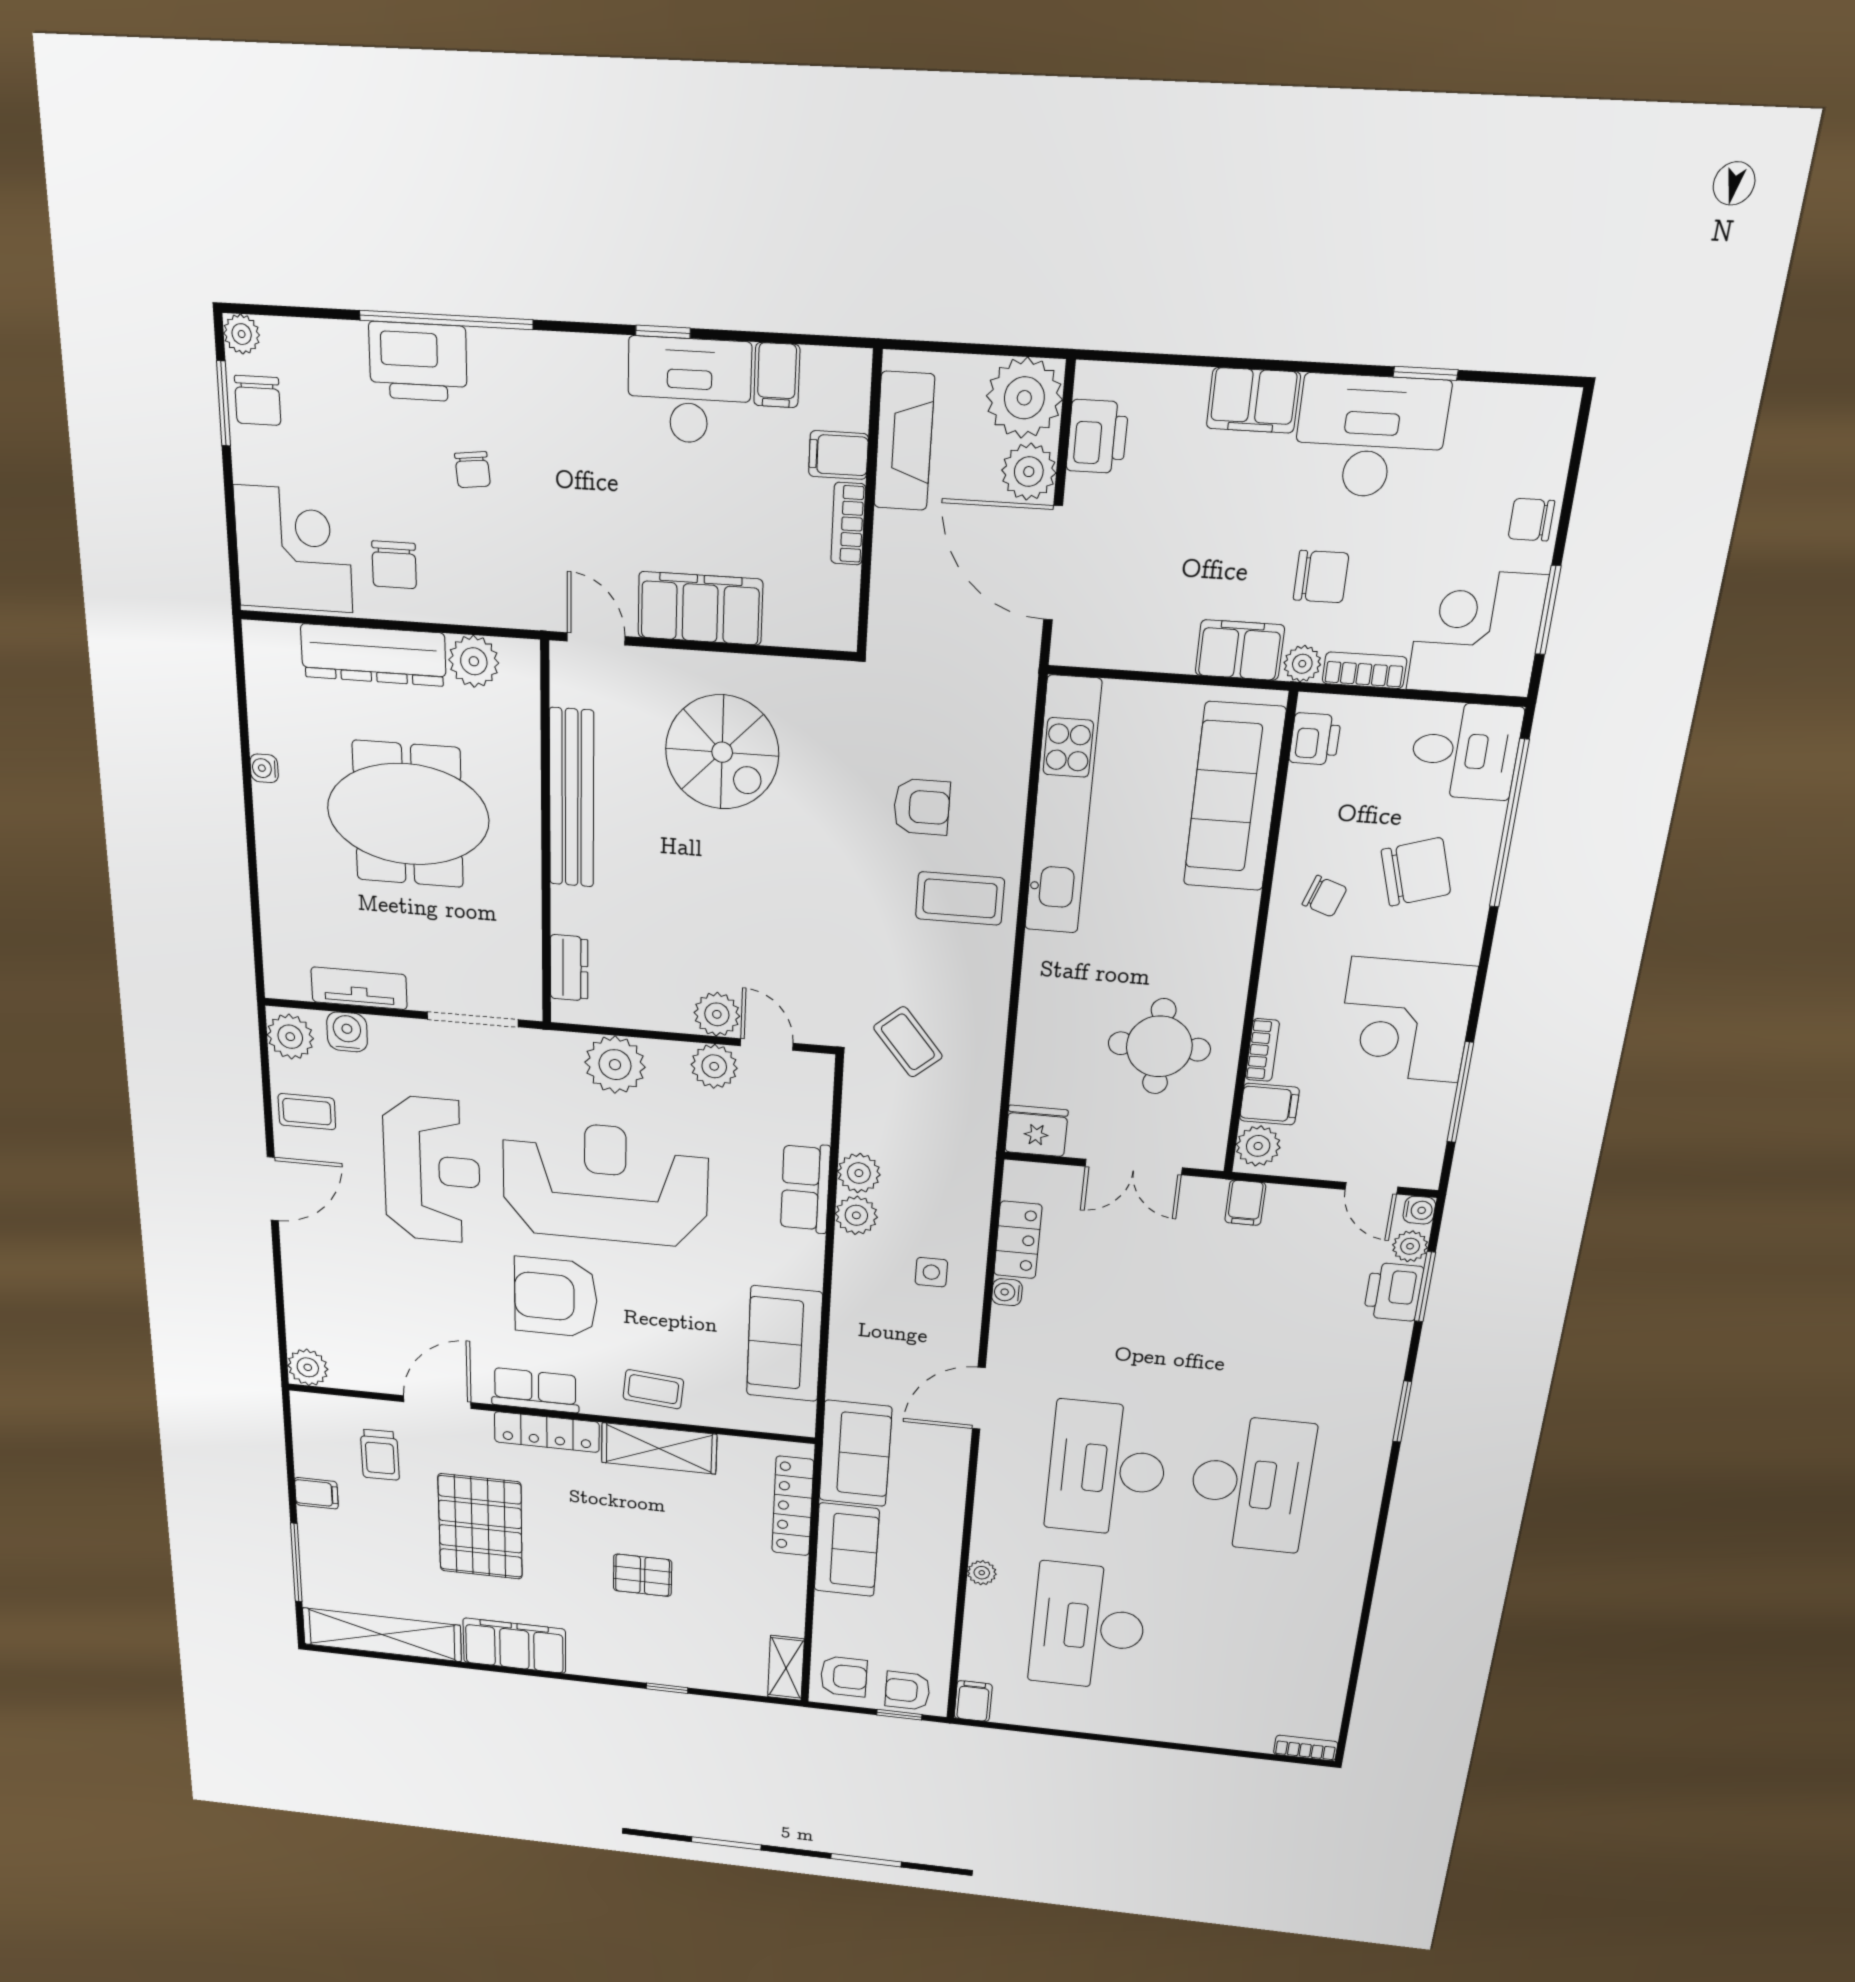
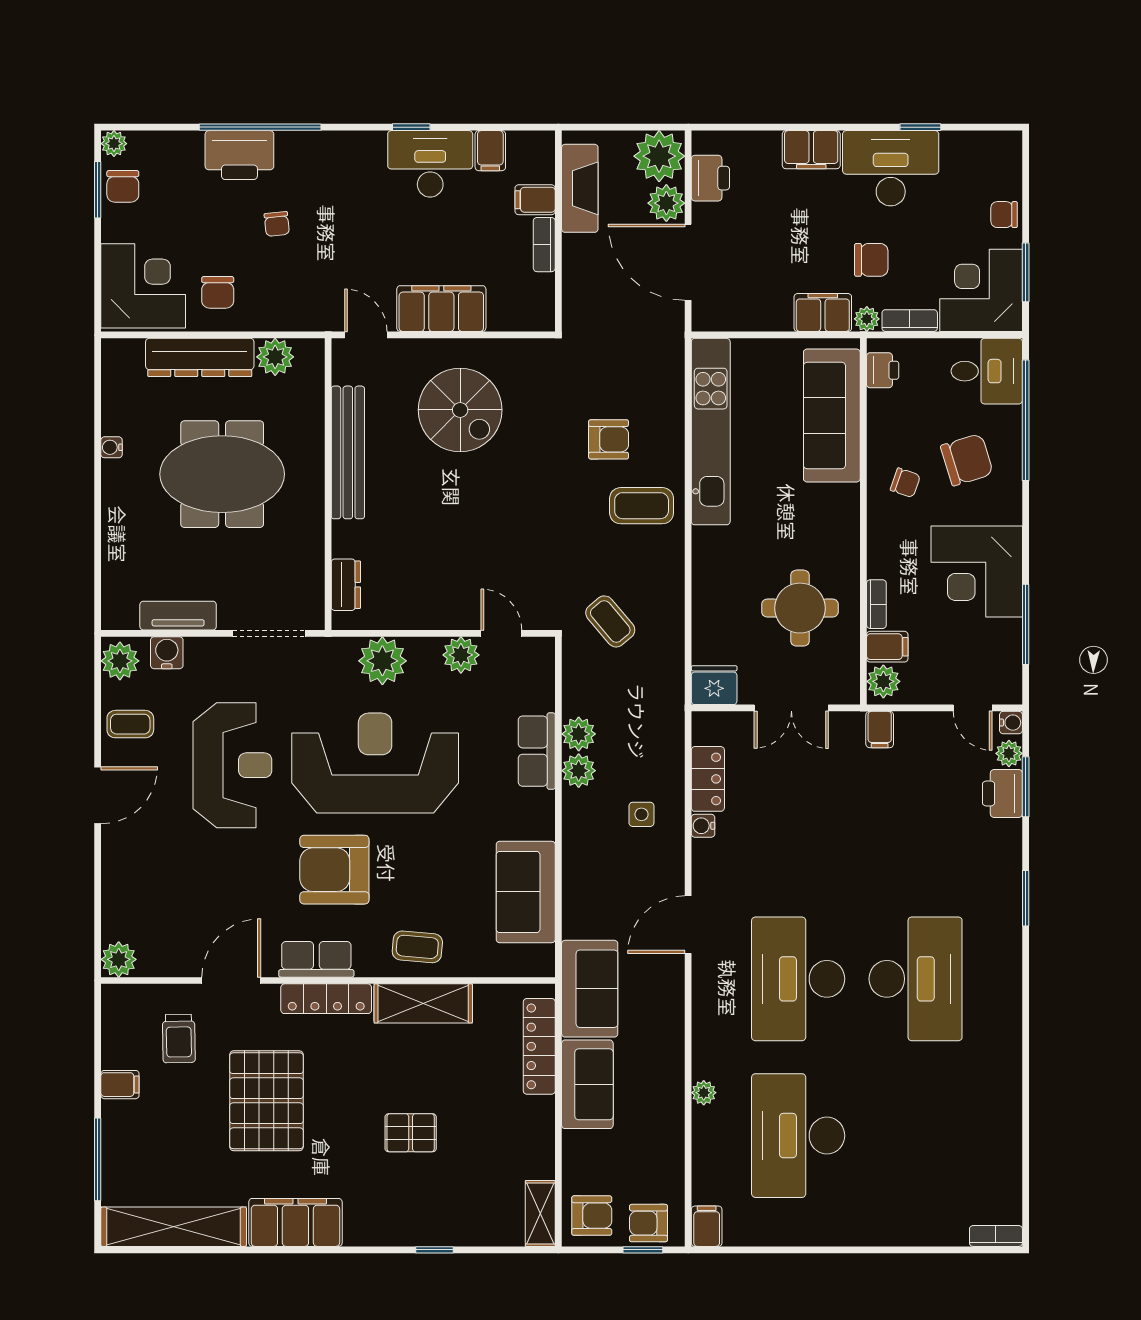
plant: (717, 1014) -> (462, 612), removed

